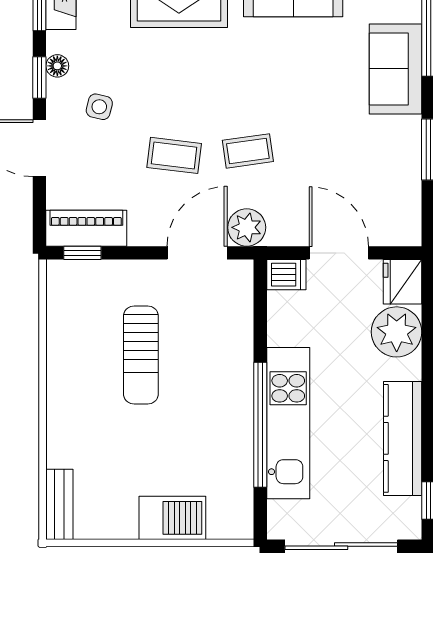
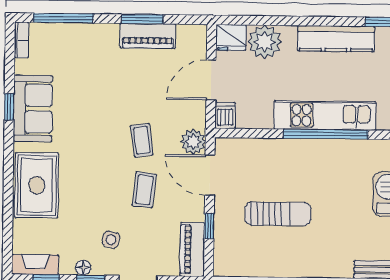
sofa: (396, 69) -> (88, 40), removed
piano: (403, 158) -> (148, 36), added
window: (82, 253) -> (209, 226), moved

